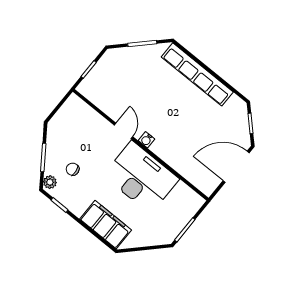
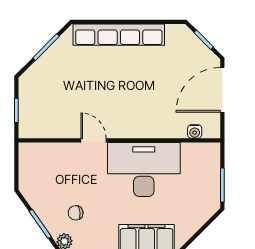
water cooler: (147, 140) -> (195, 131), moved

